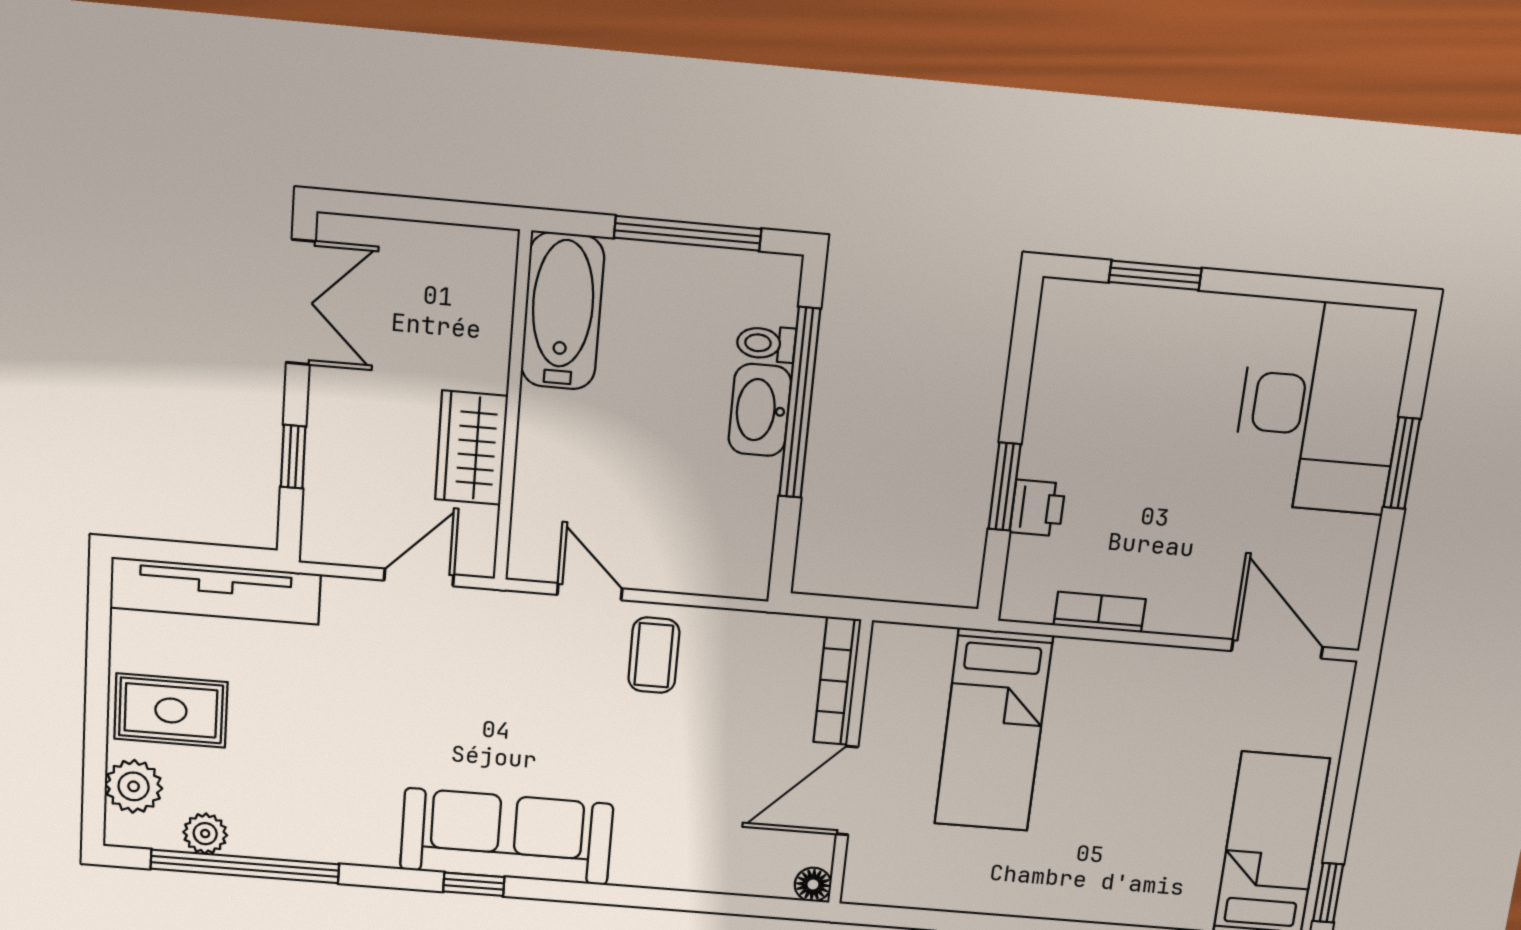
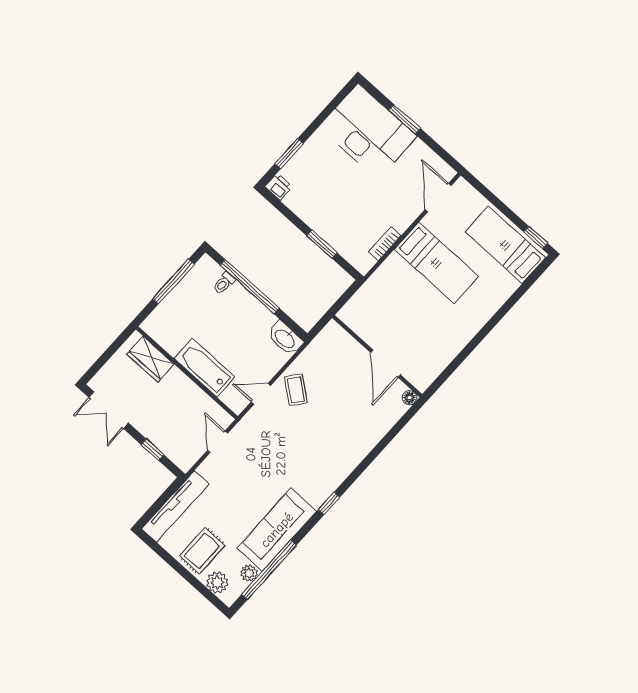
double door: (301, 302) -> (109, 410), swing flipped
bathtub: (562, 311) -> (204, 368), moved
washbasin: (760, 410) -> (285, 338), moved
wardrobe: (471, 448) -> (150, 359), moved
printer: (1038, 508) -> (279, 187), moved
door: (1277, 649) -> (438, 198), hinge flipped
coffee table: (654, 655) -> (296, 390), turned 38
bookcase: (837, 681) -> (347, 340), removed
bed: (993, 730) -> (436, 263), moved
sofa: (507, 837) -> (277, 530), moved

